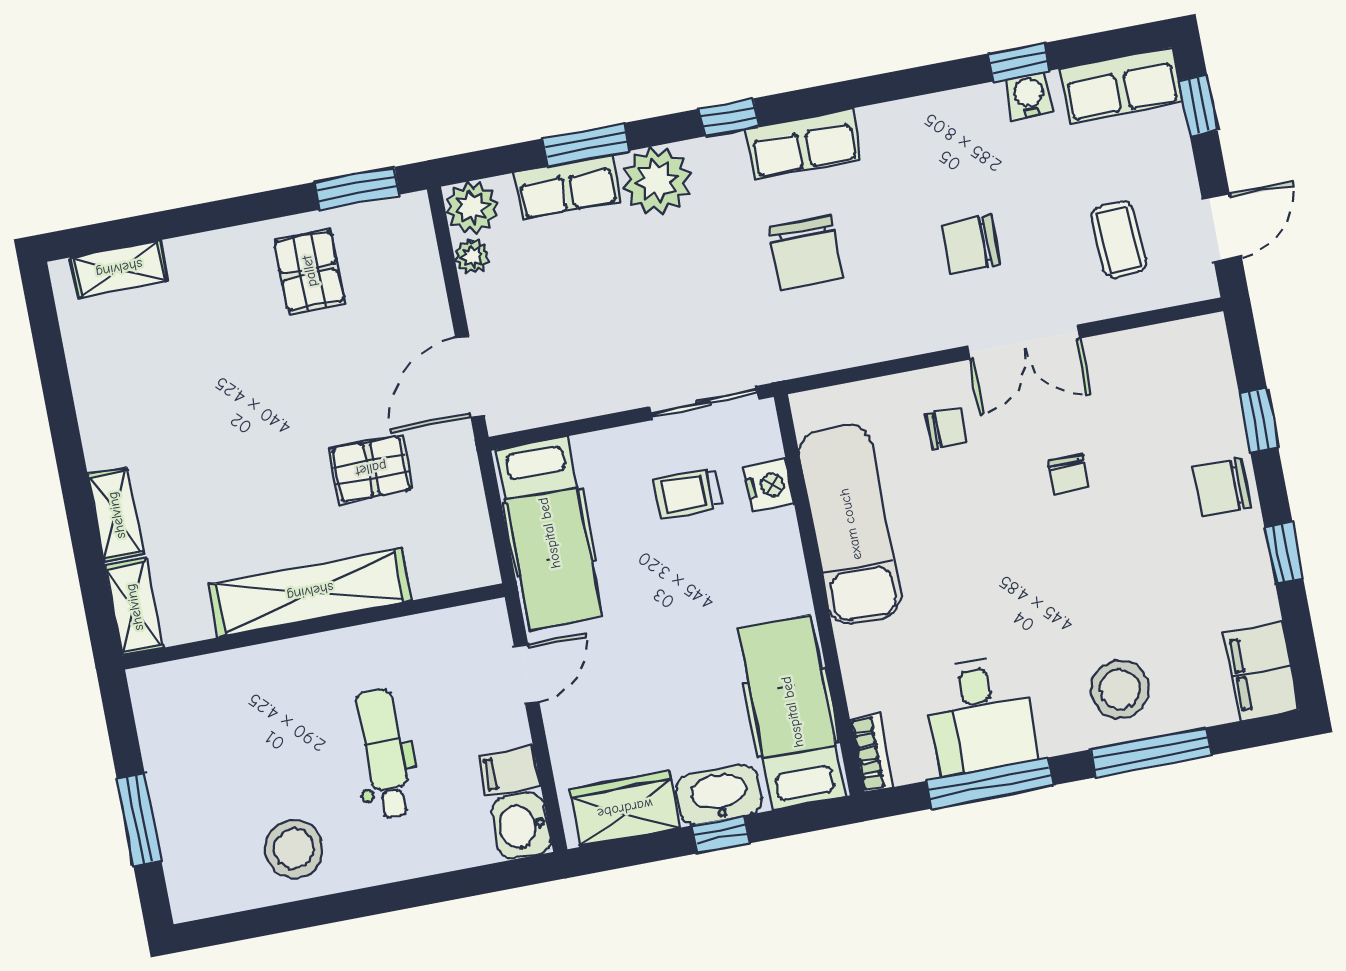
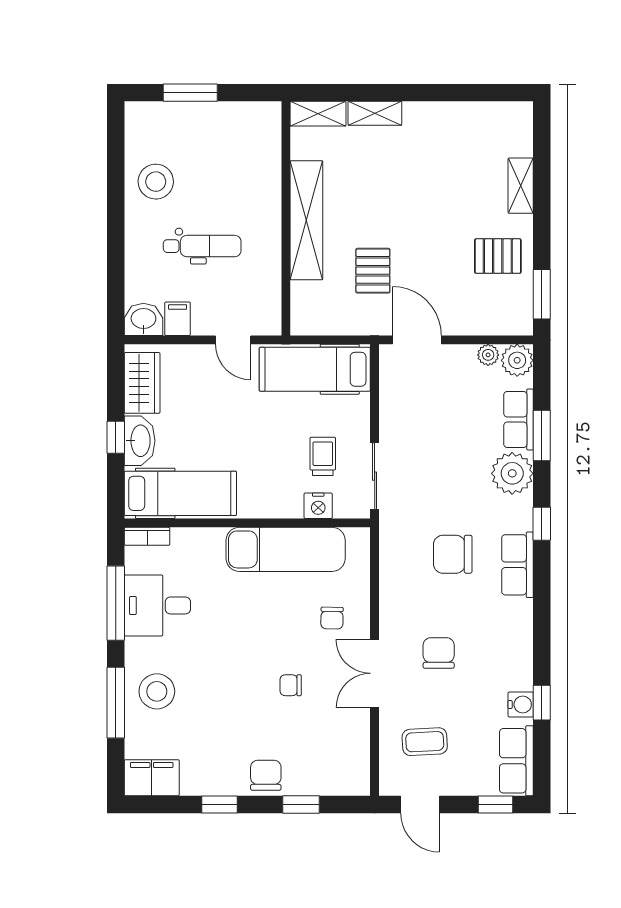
shelving: (119, 269) -> (521, 186), moved

